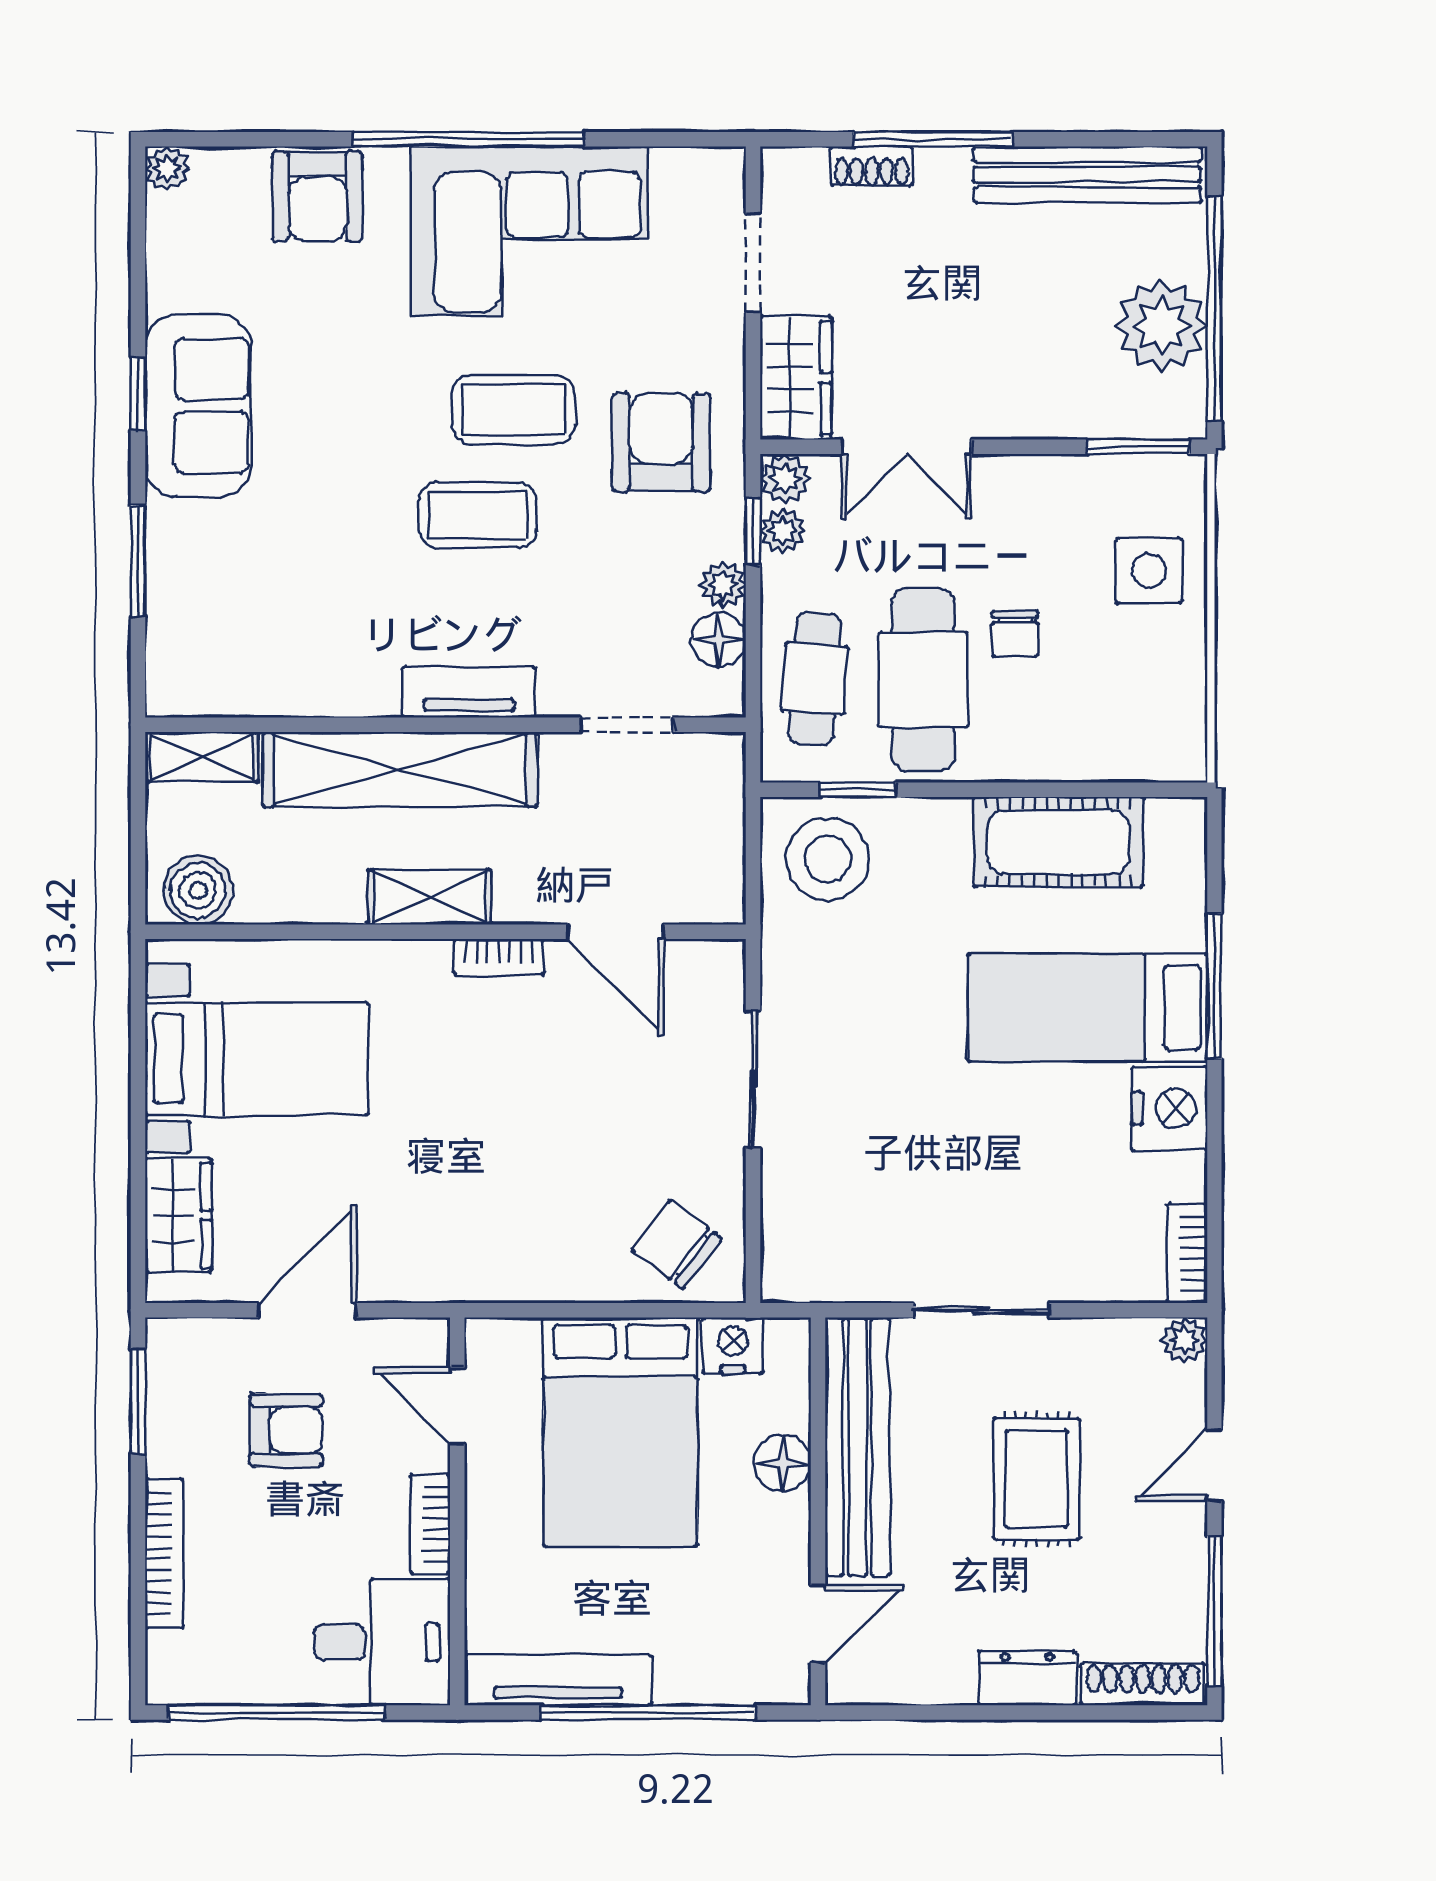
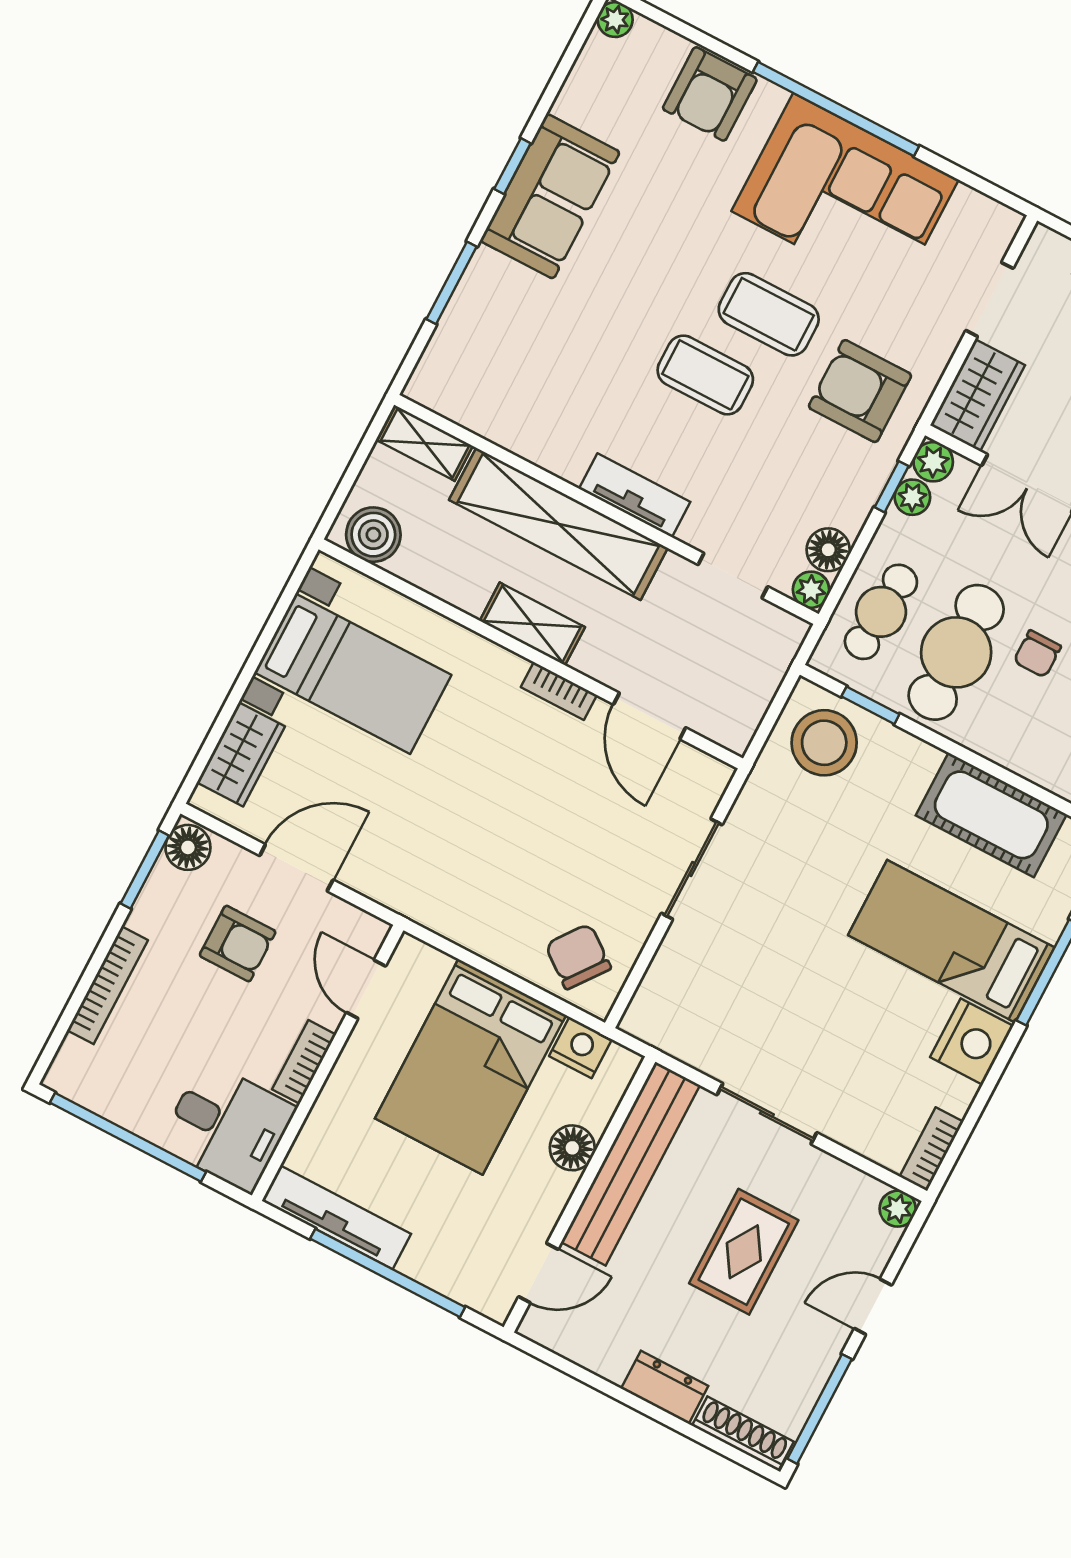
armchair: (661, 442) -> (860, 391), turned -90
plant: (723, 585) -> (811, 590), moved
floor lamp: (174, 1351) -> (188, 847), added

